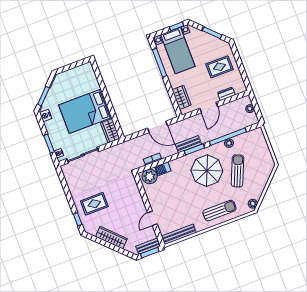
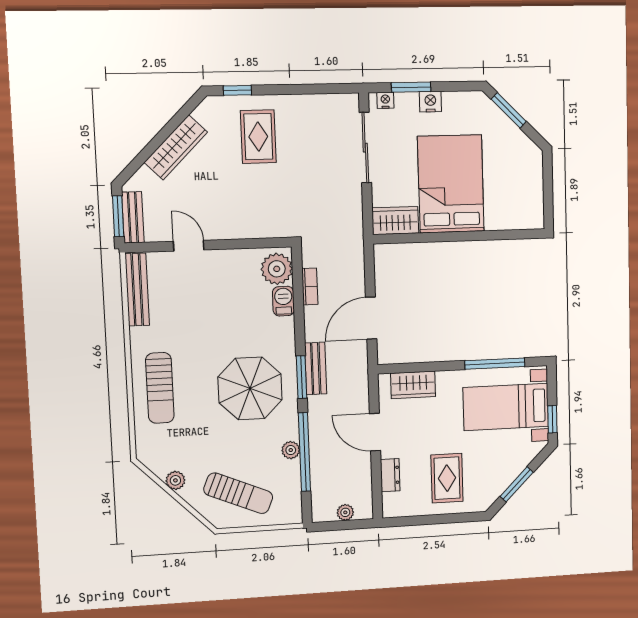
nightstand: (46, 116) -> (430, 102), moved
sun lounger: (238, 171) -> (238, 493), moved
plant: (253, 204) -> (175, 480), moved

